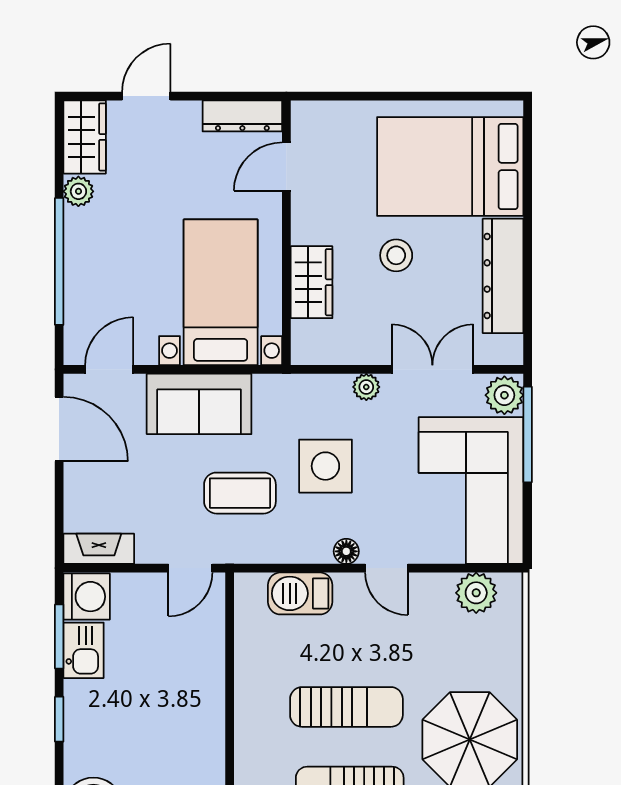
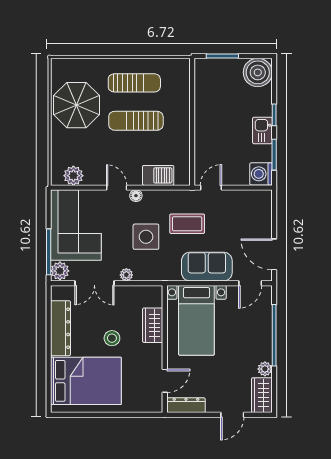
fireplace: (99, 549) -> (255, 197), removed
kitchen sink: (84, 650) -> (262, 130), moved

